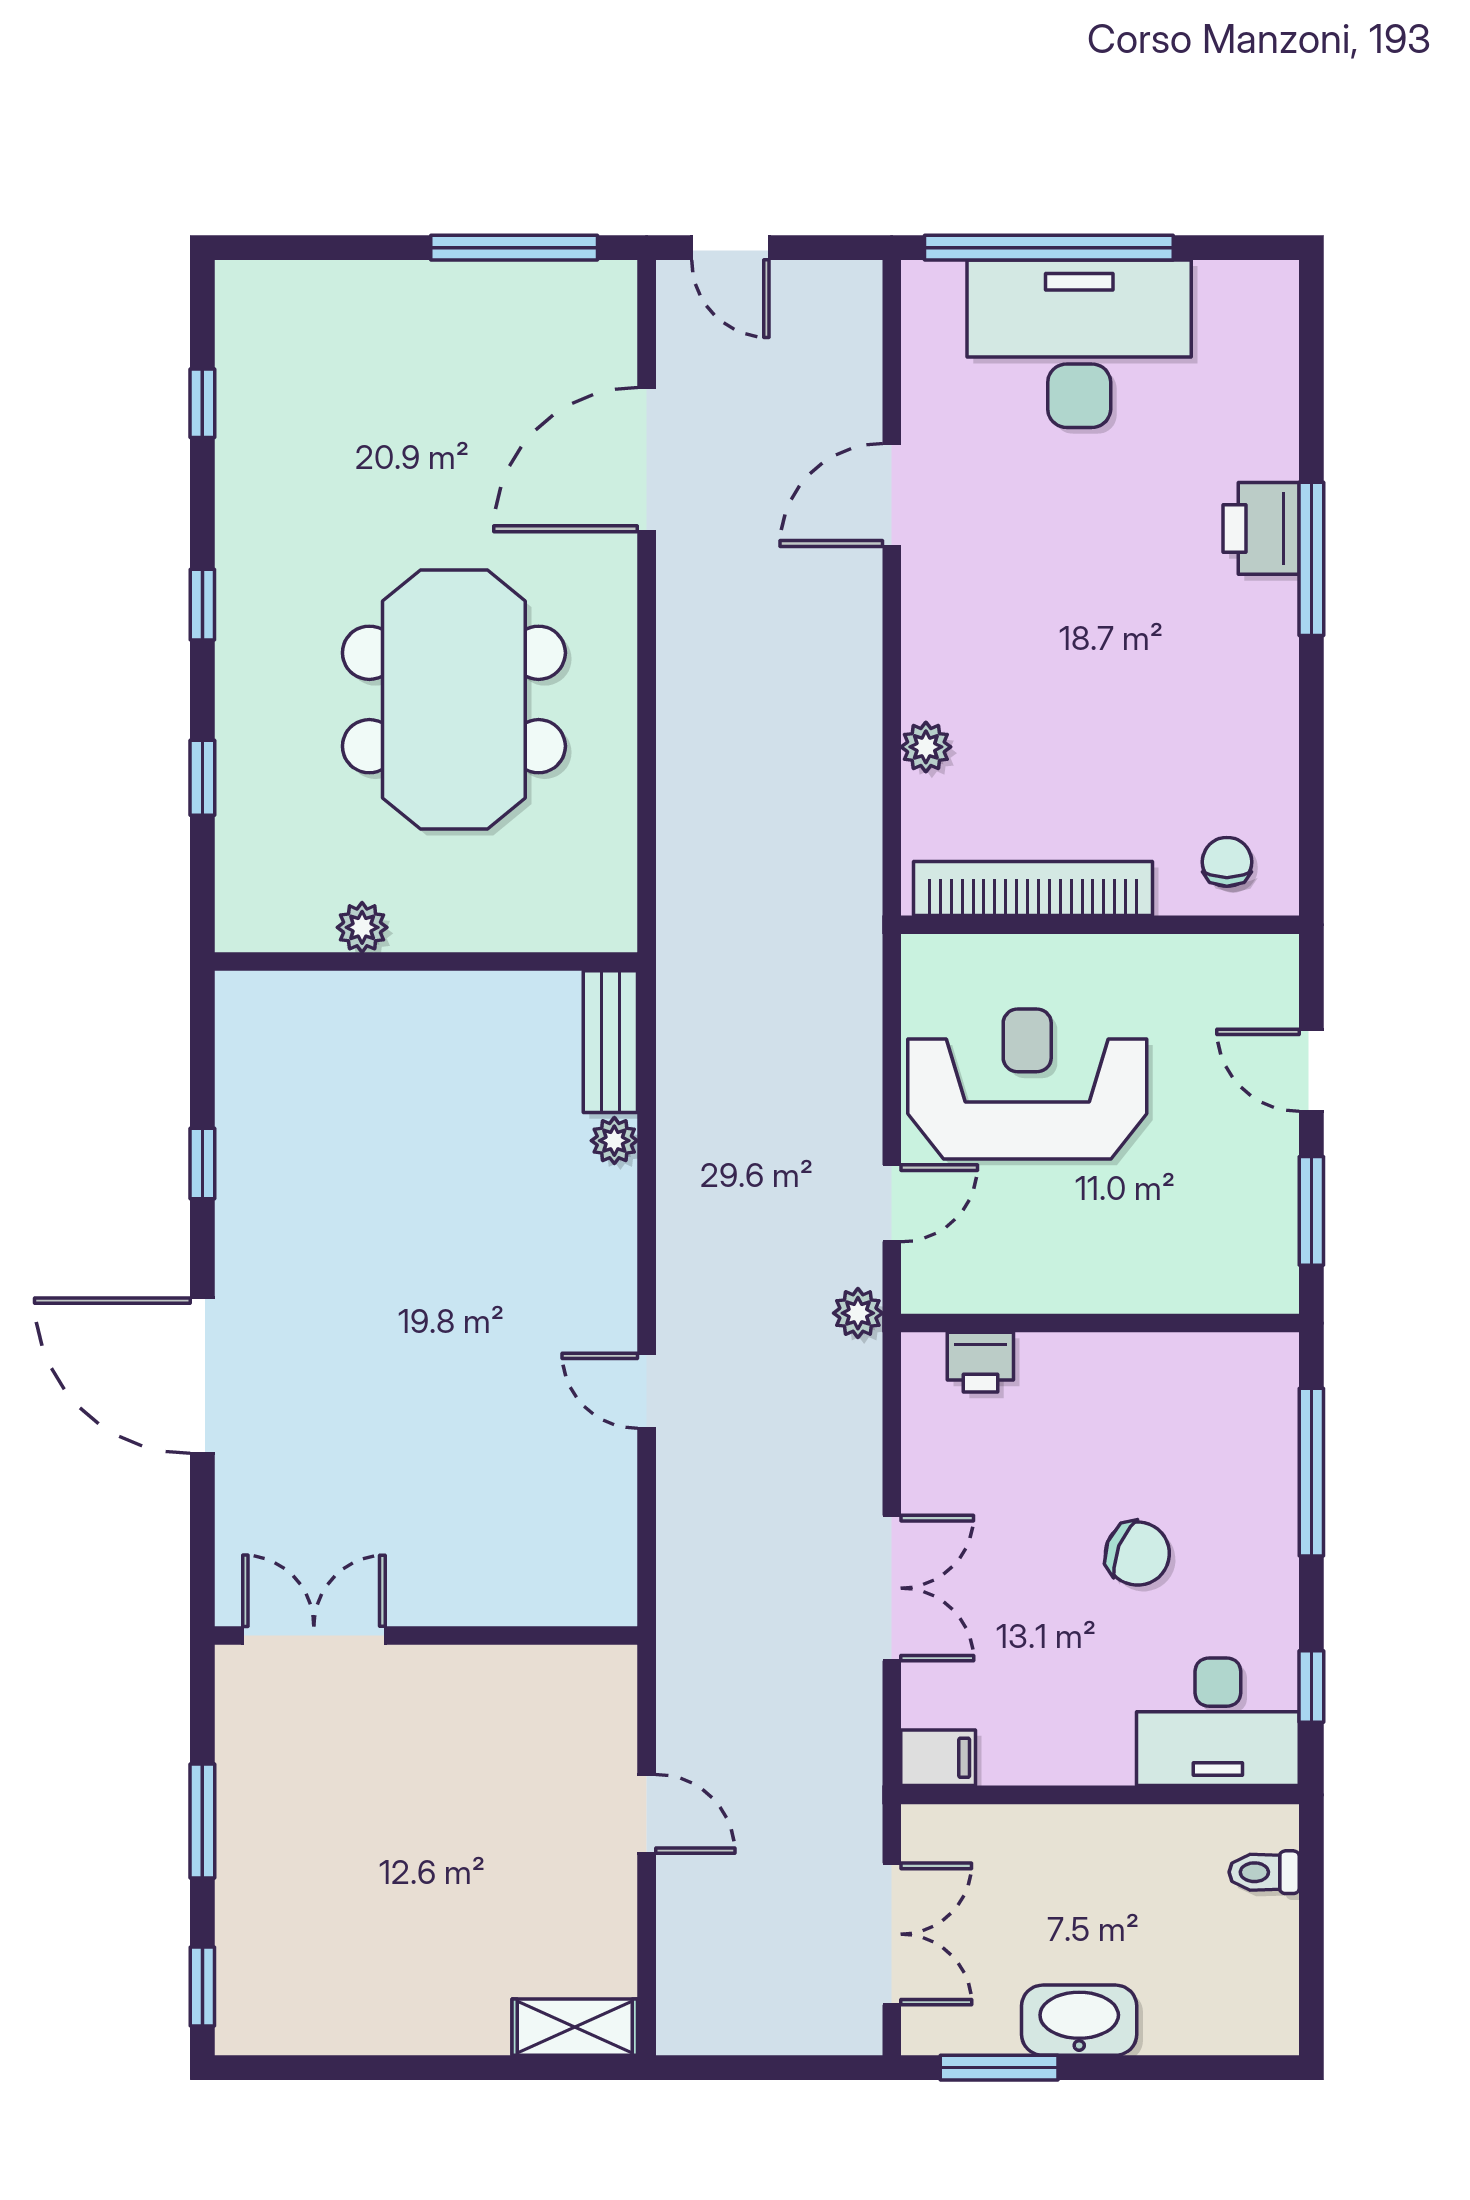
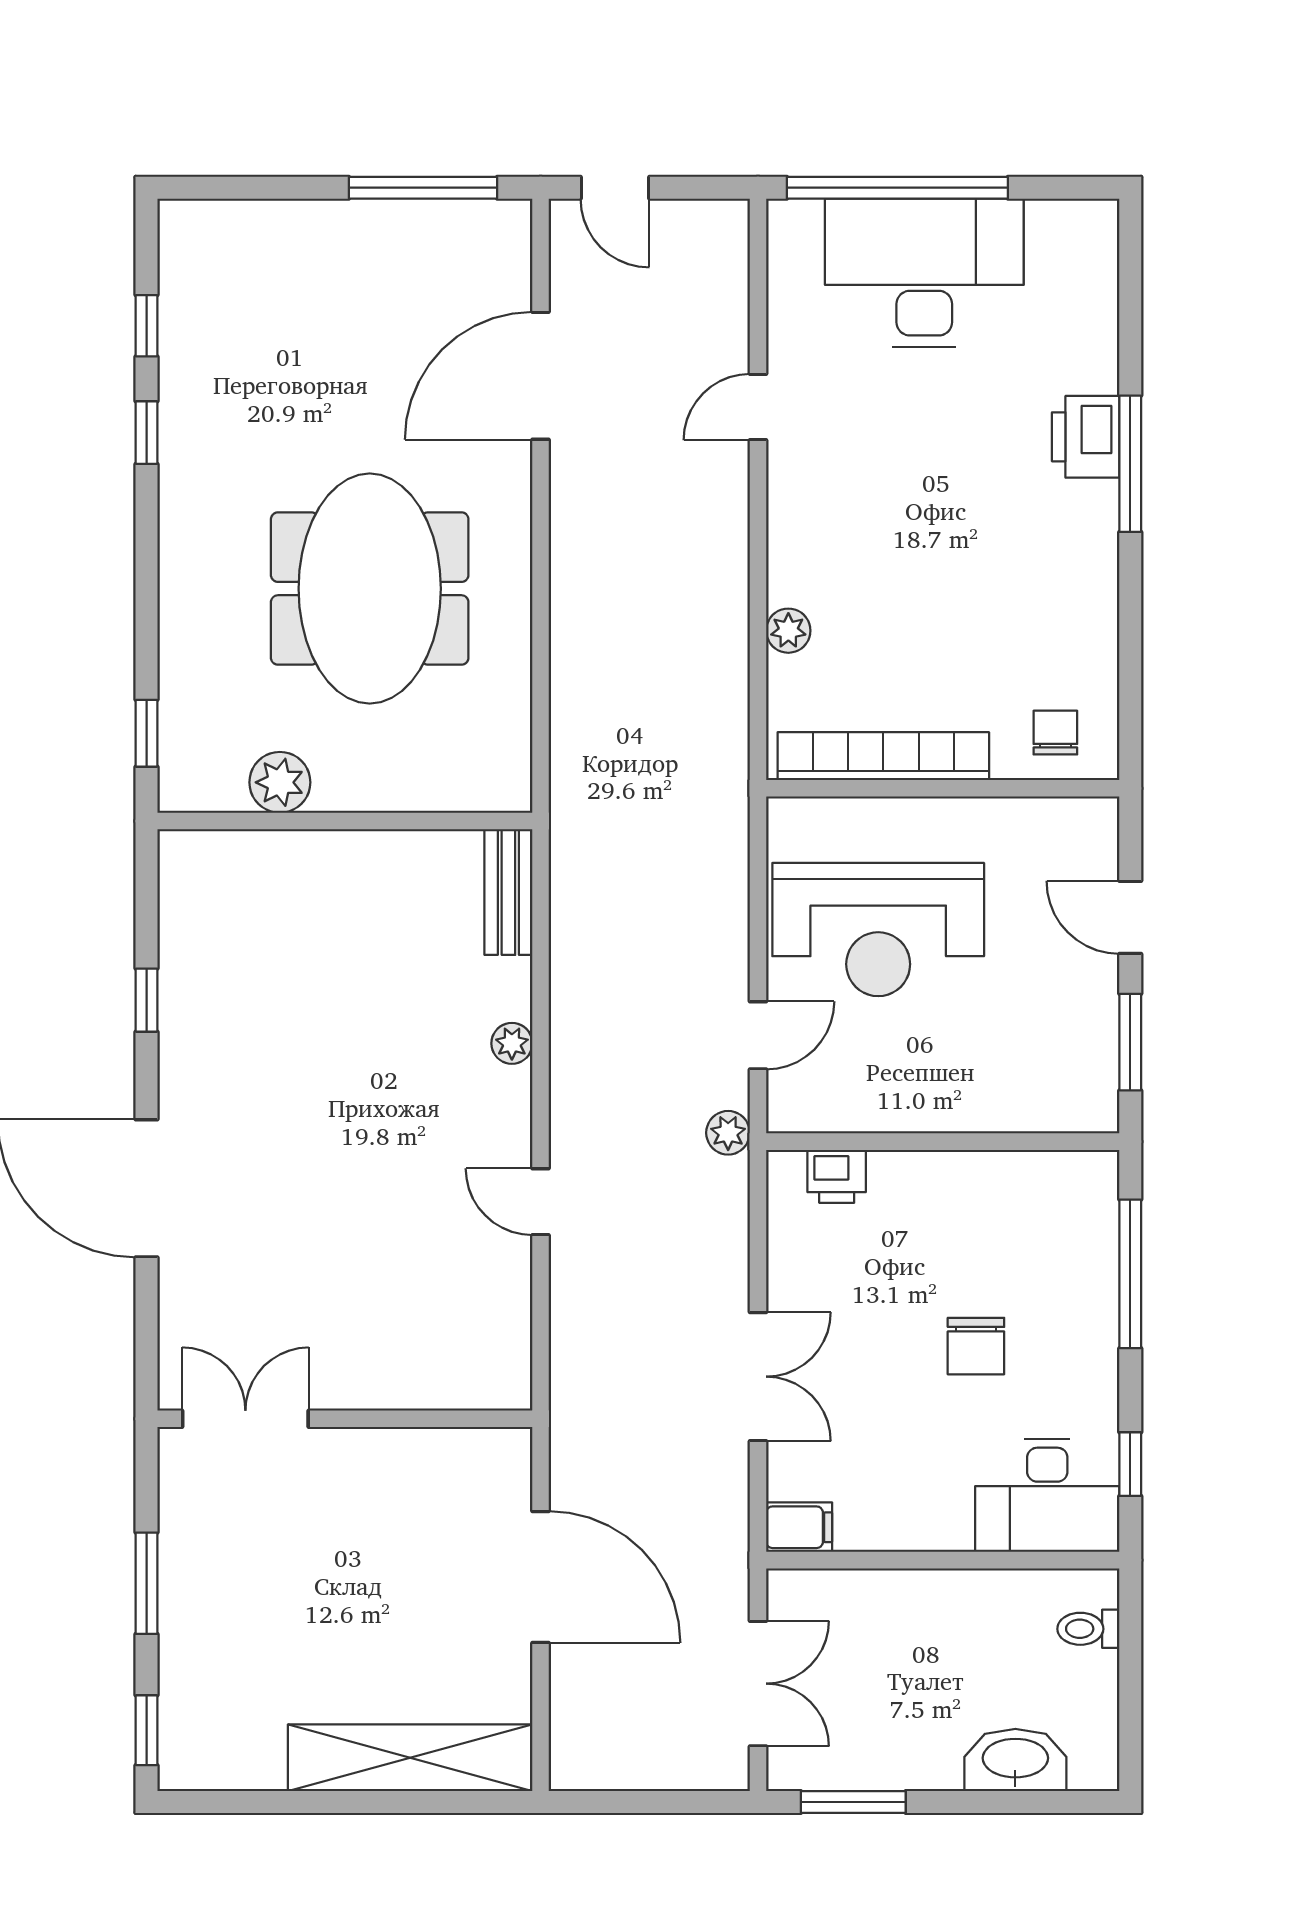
door: (892, 495) -> (758, 407), width x0.73
window: (202, 605) -> (147, 433), moved
window: (202, 778) -> (147, 733), moved
plant: (362, 927) -> (280, 782), width x1.38, depth x1.38
reception desk: (1027, 1084) -> (878, 930), turned 180
plant: (614, 1141) -> (512, 1043), moved
chair: (1137, 1554) -> (976, 1346), turned 68
door: (647, 1814) -> (541, 1577), width x1.87
washbasin: (1079, 2020) -> (1015, 1760), moved
shelving: (575, 2027) -> (410, 1758), width x2.20, depth x1.33

